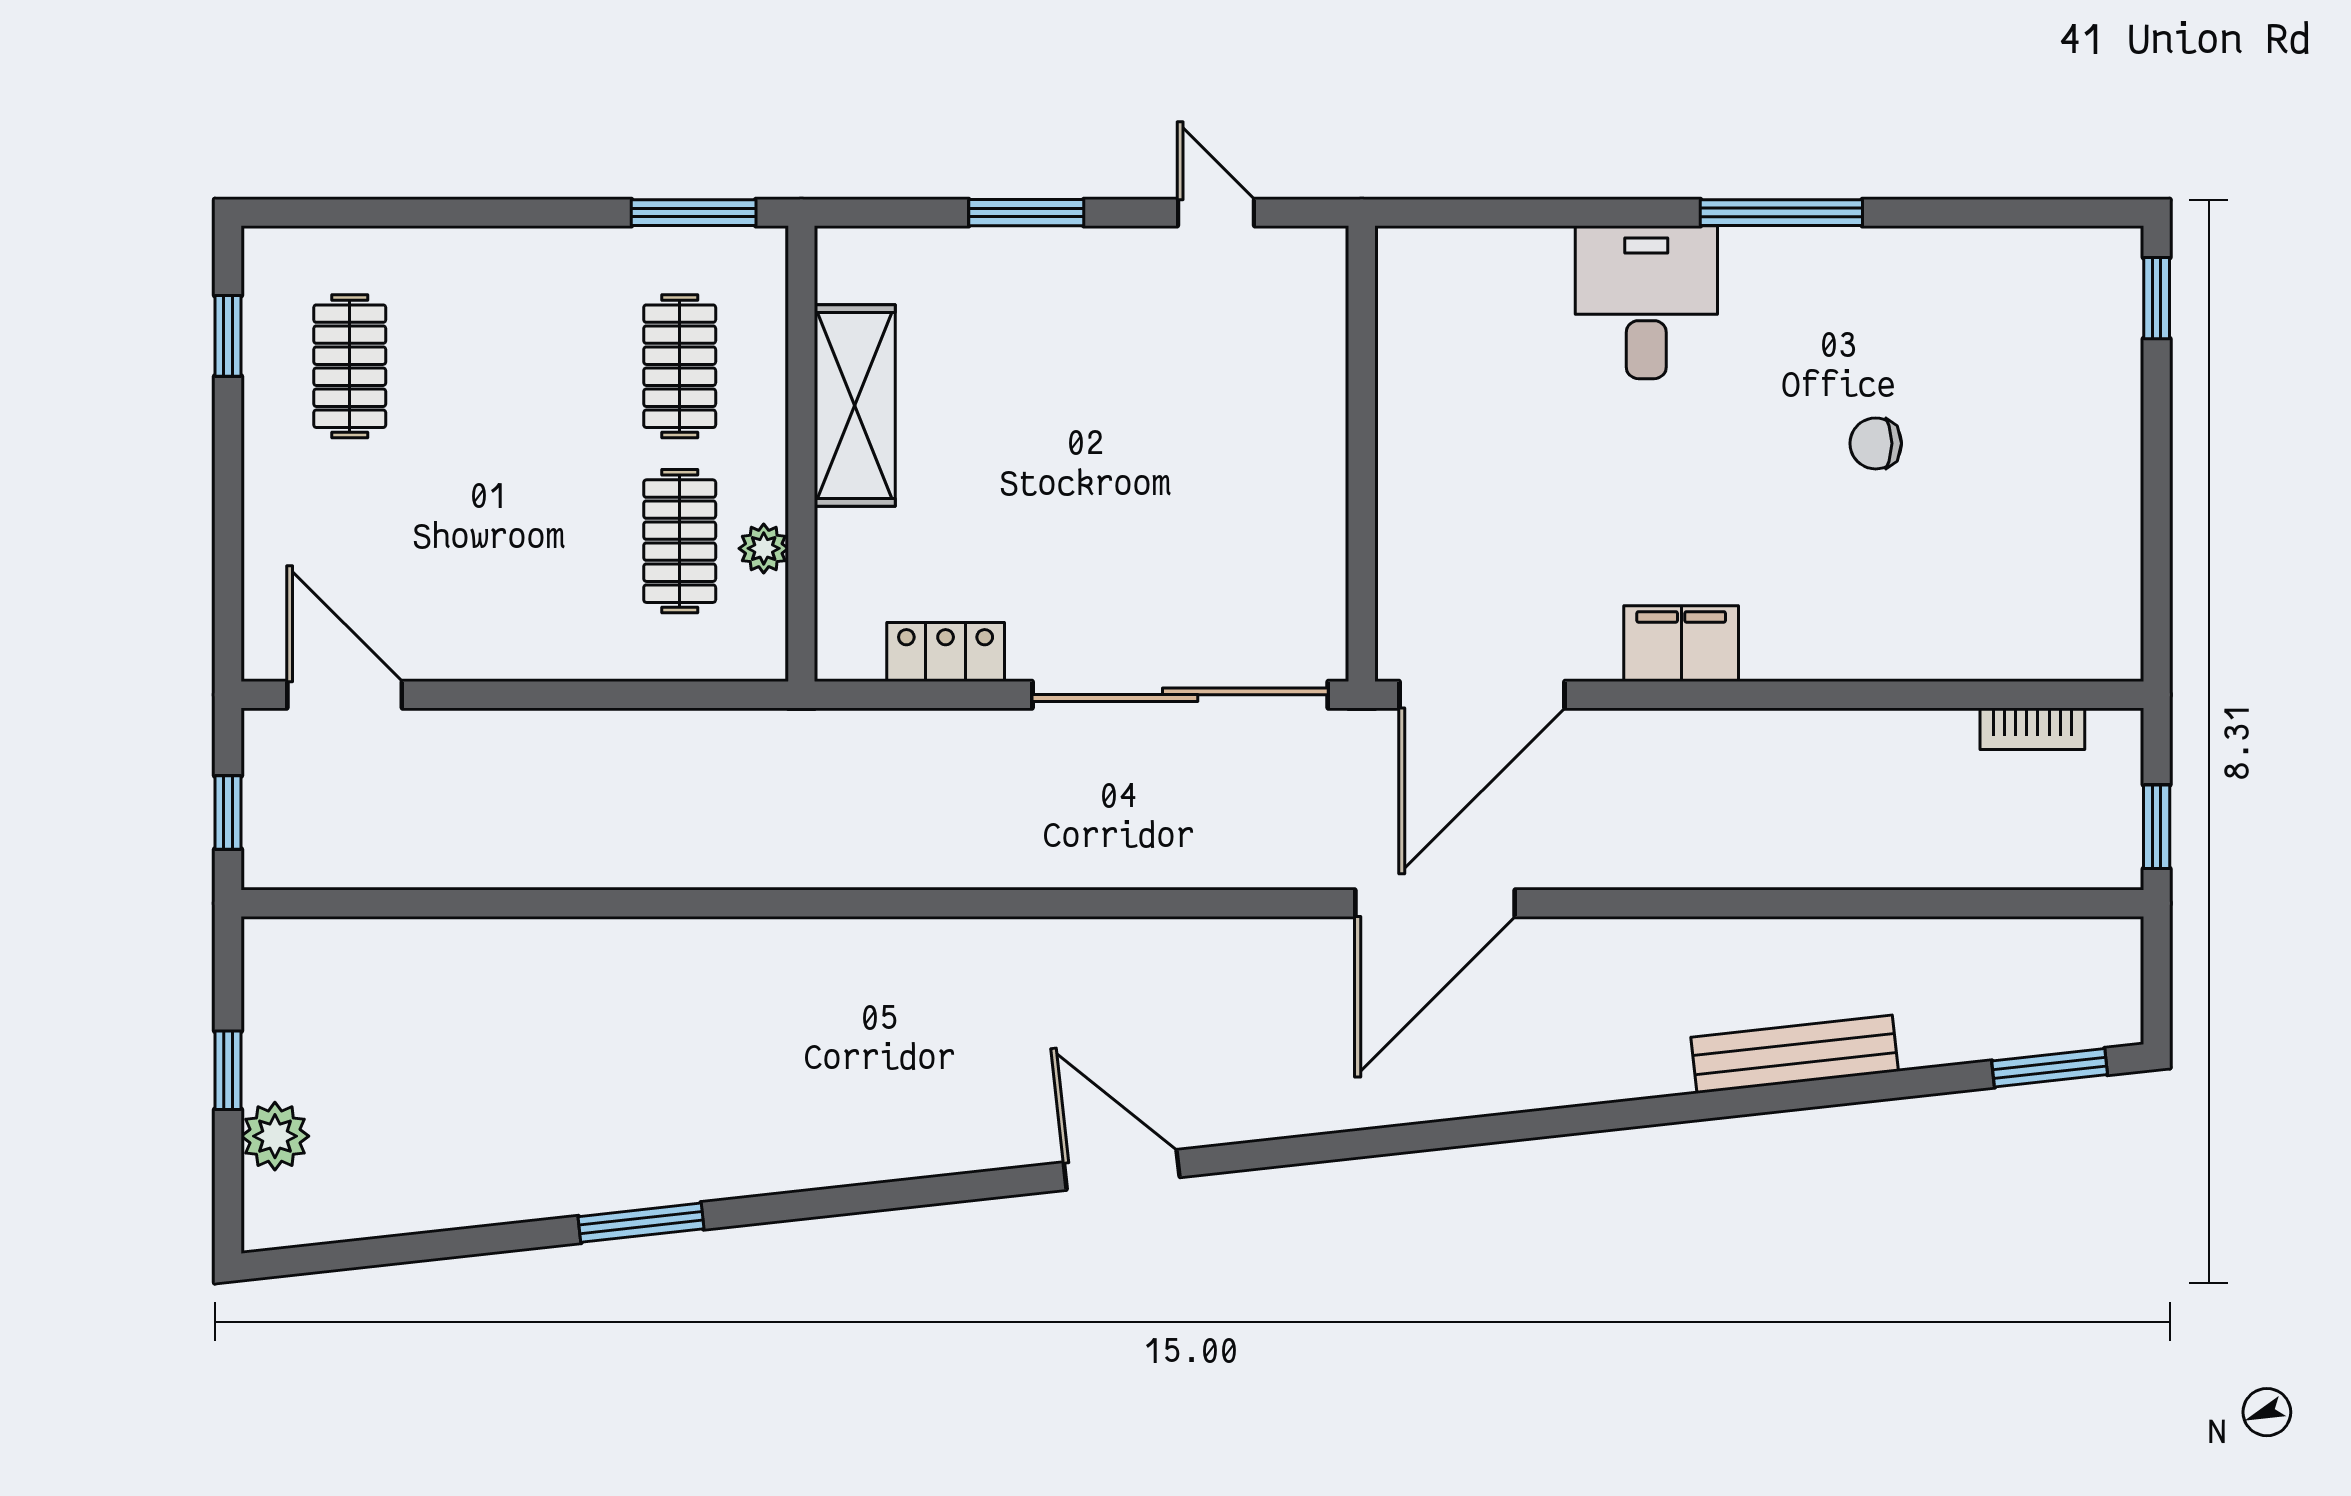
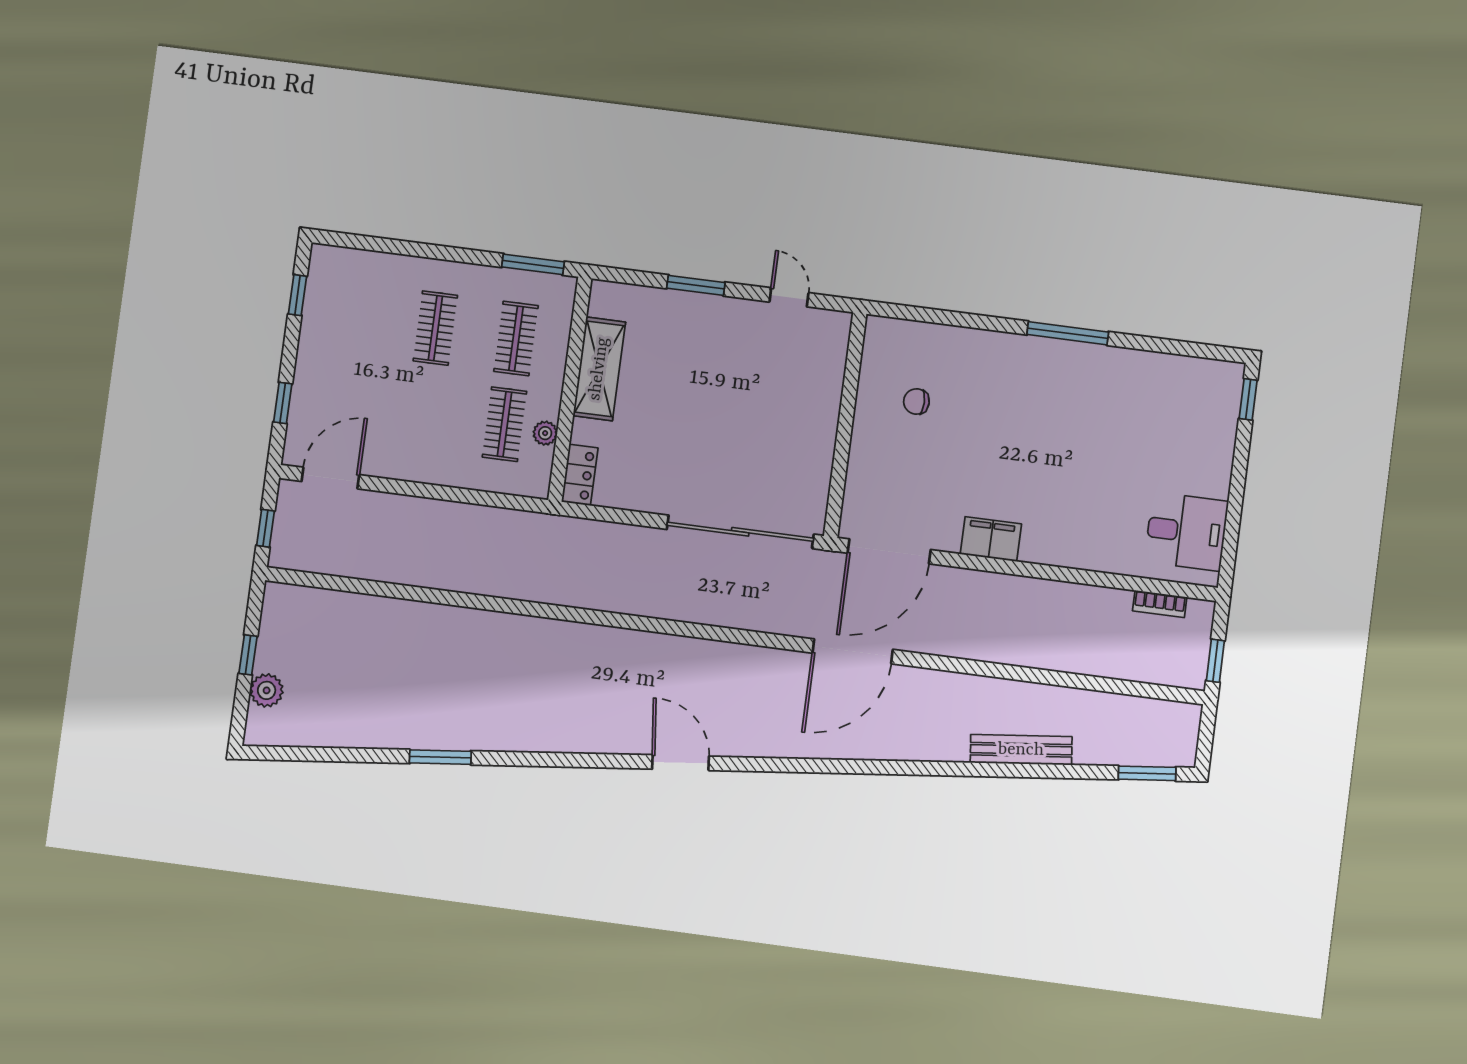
desk: (1646, 302) -> (1186, 532), moved, turned 90
clothes rail: (350, 366) -> (435, 328), moved
chair: (1876, 443) -> (916, 401), moved
window: (228, 557) -> (283, 403), added
locker: (946, 652) -> (580, 475), moved, turned 90
door: (345, 695) -> (330, 478), hinge flipped

